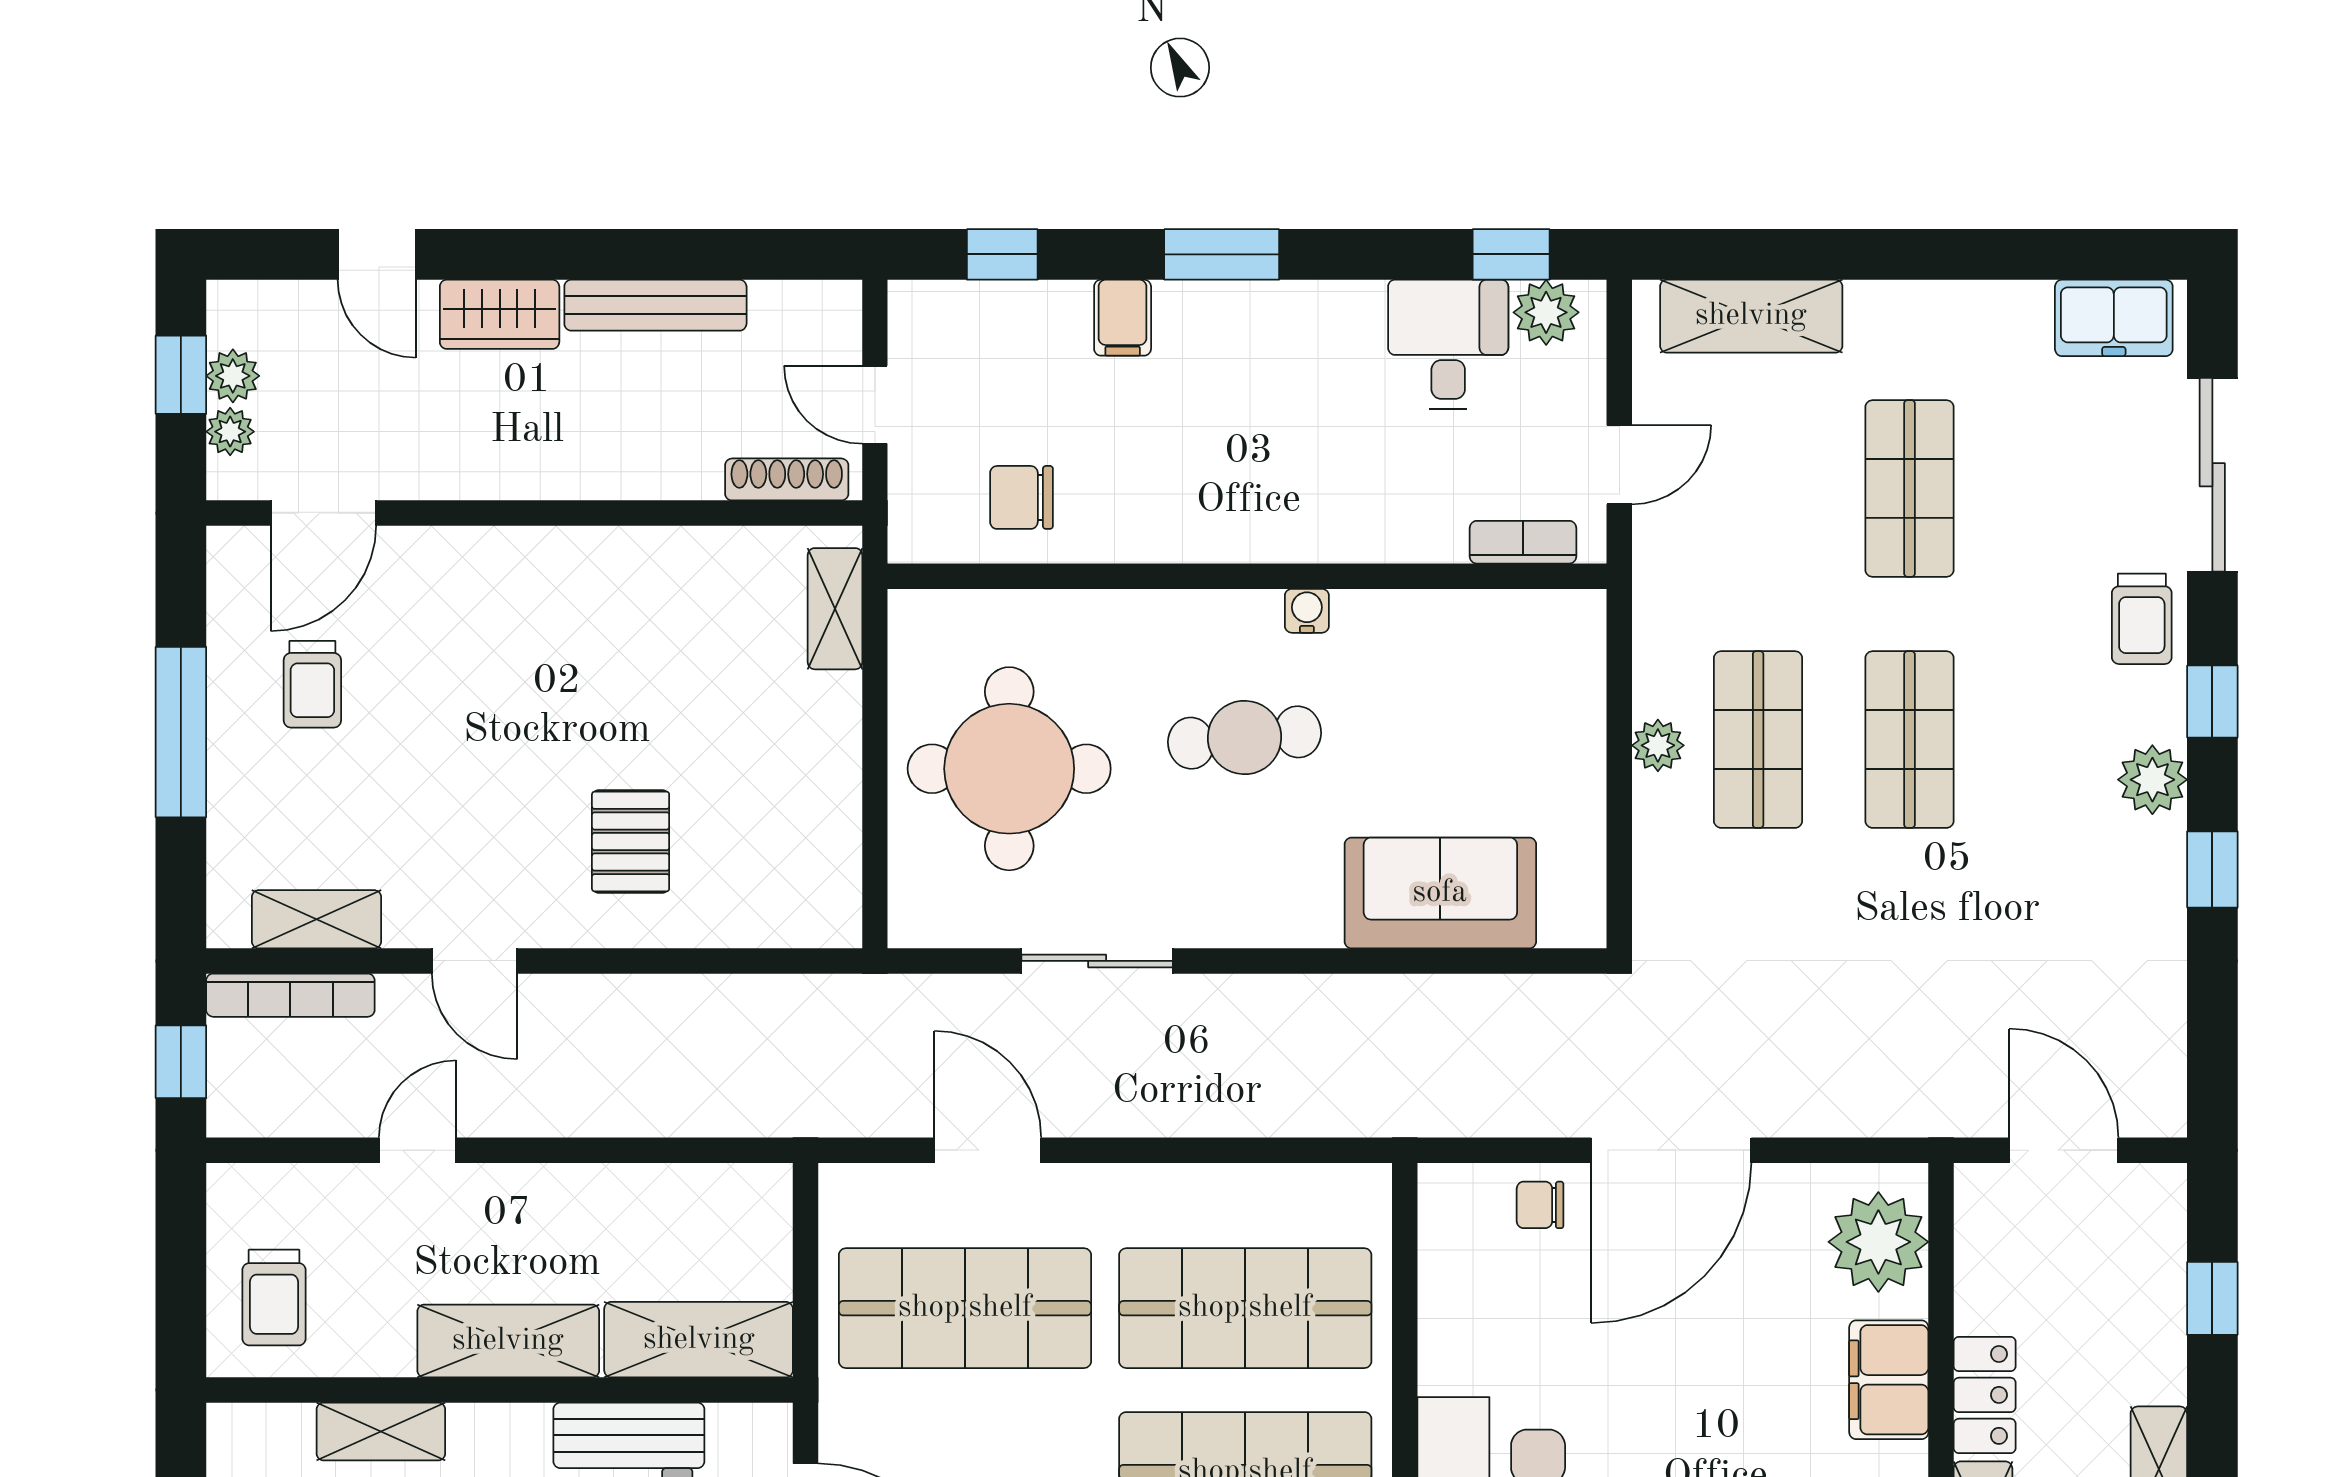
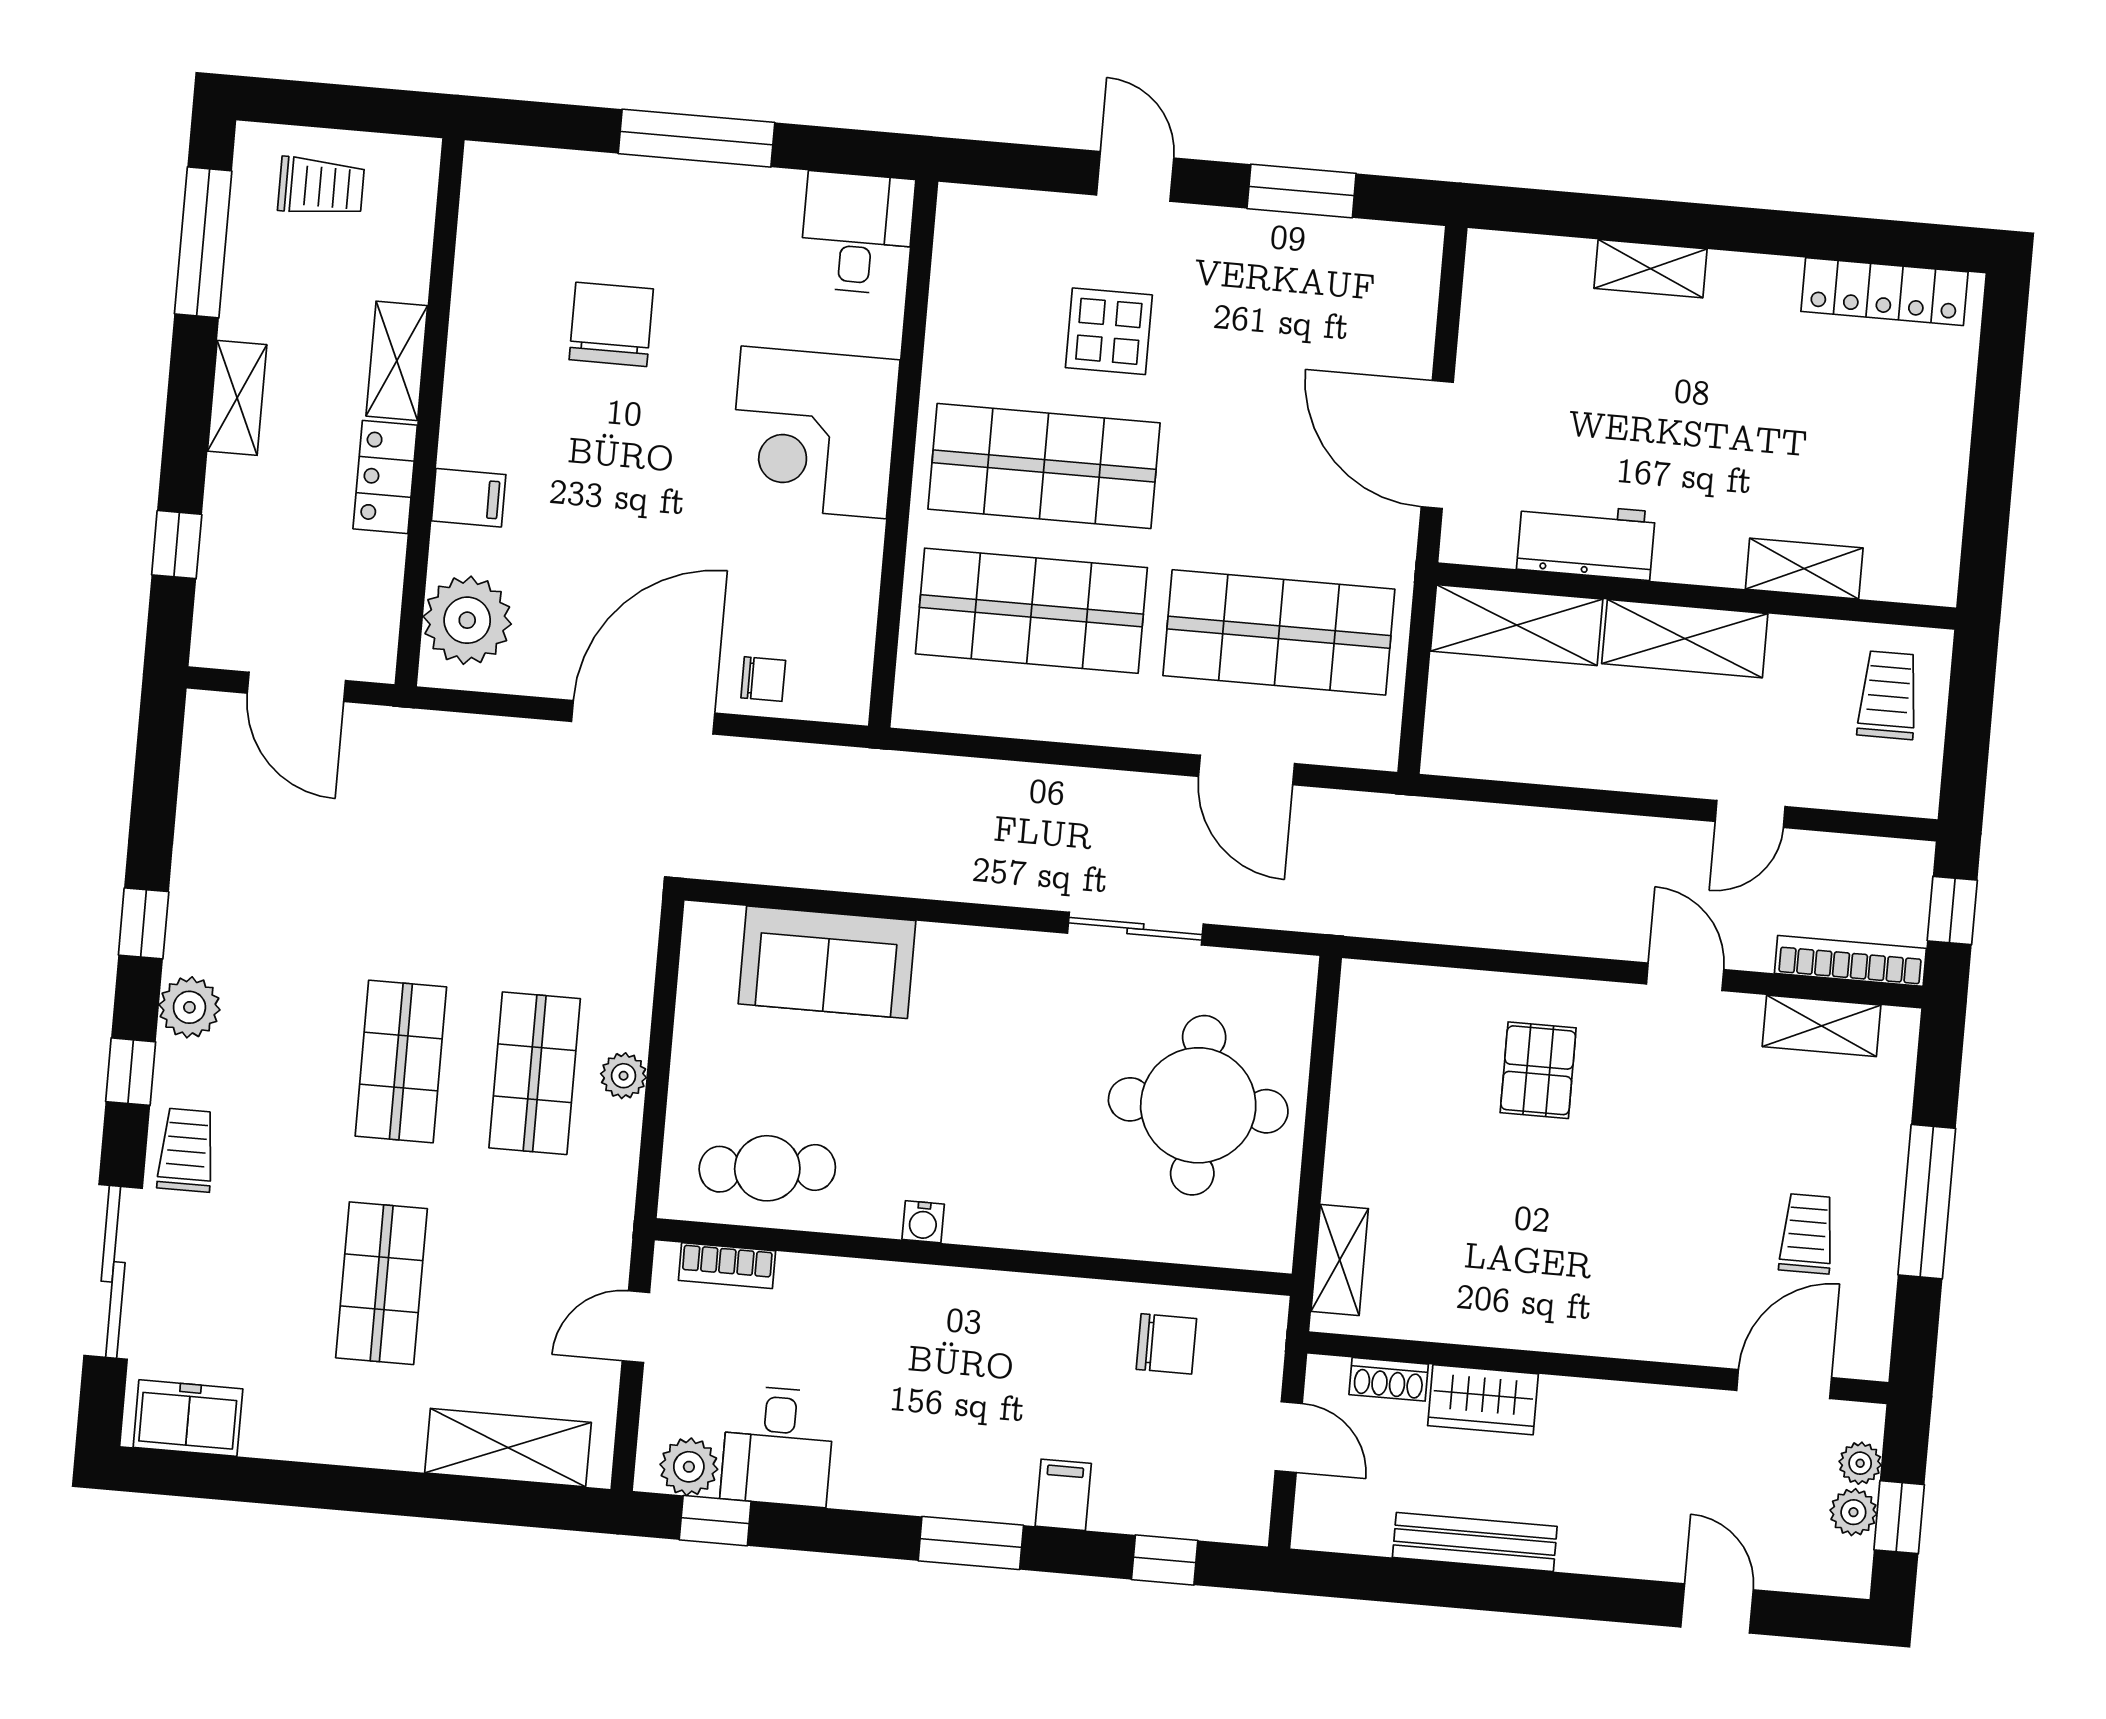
wardrobe: (500, 314) -> (1483, 1400), moved, turned 180
shoe rack: (787, 479) -> (1389, 1379), width x0.70
cafe table: (1245, 737) -> (767, 1168), moved
filing cabinet: (1889, 1380) -> (469, 498), width x0.50

